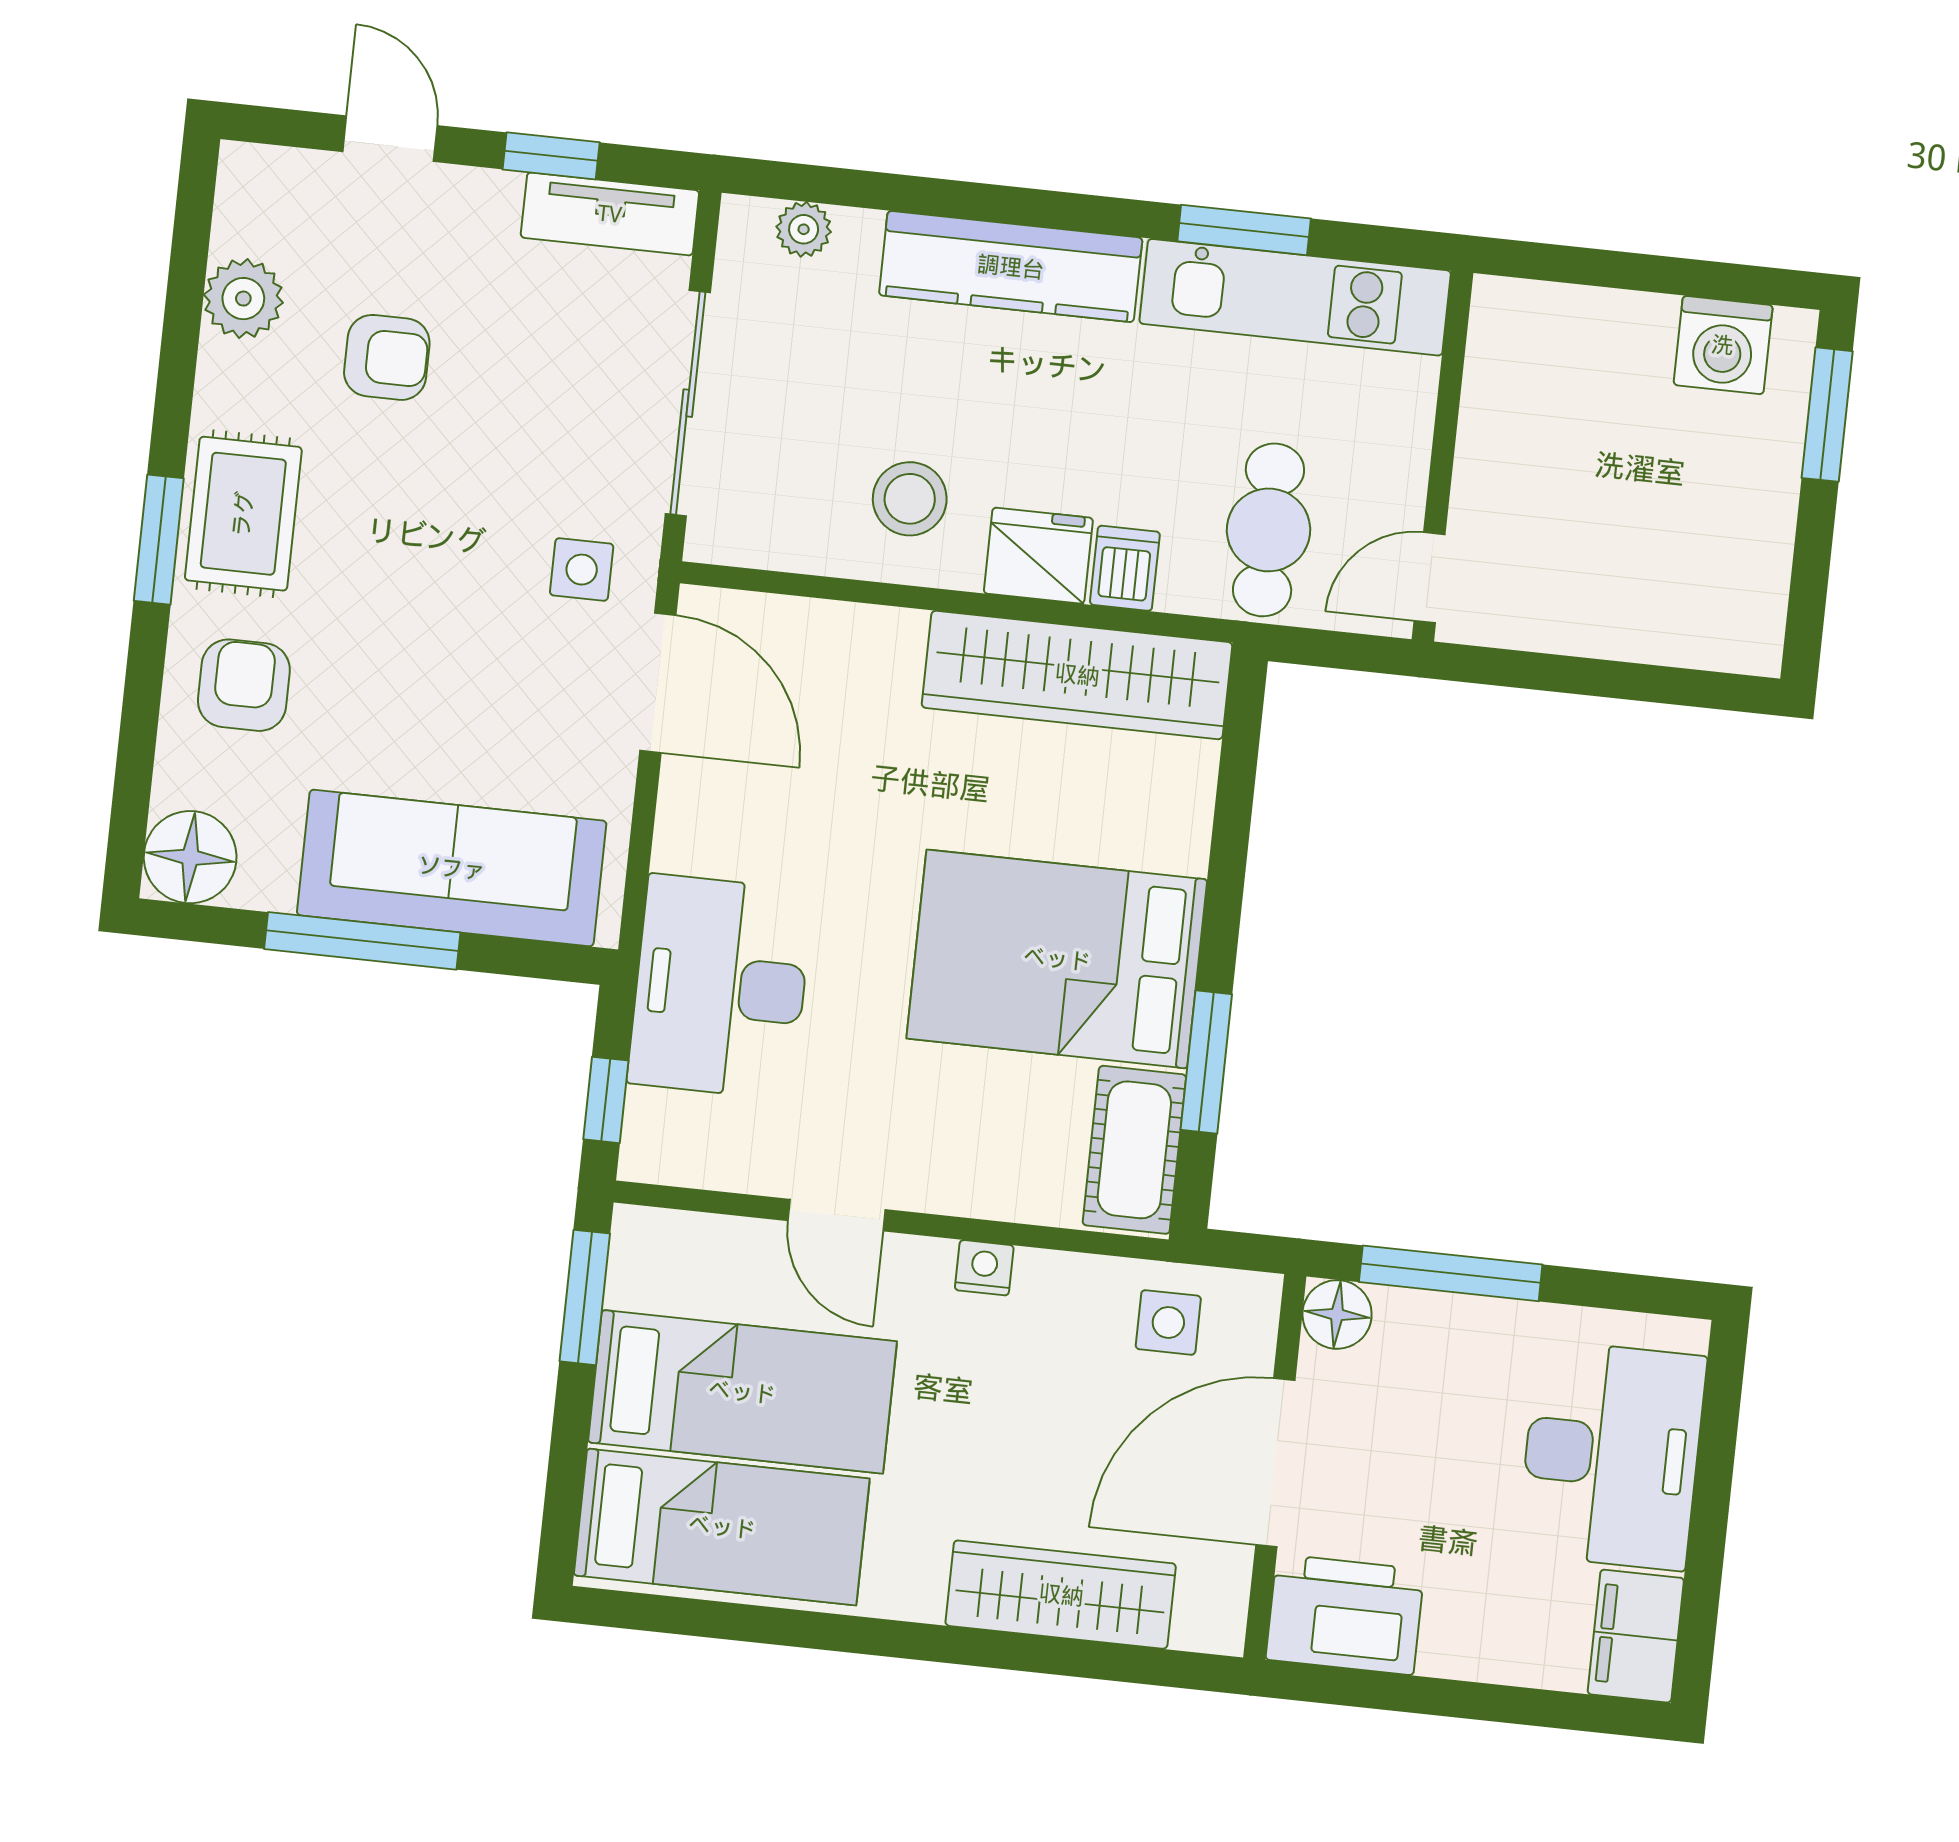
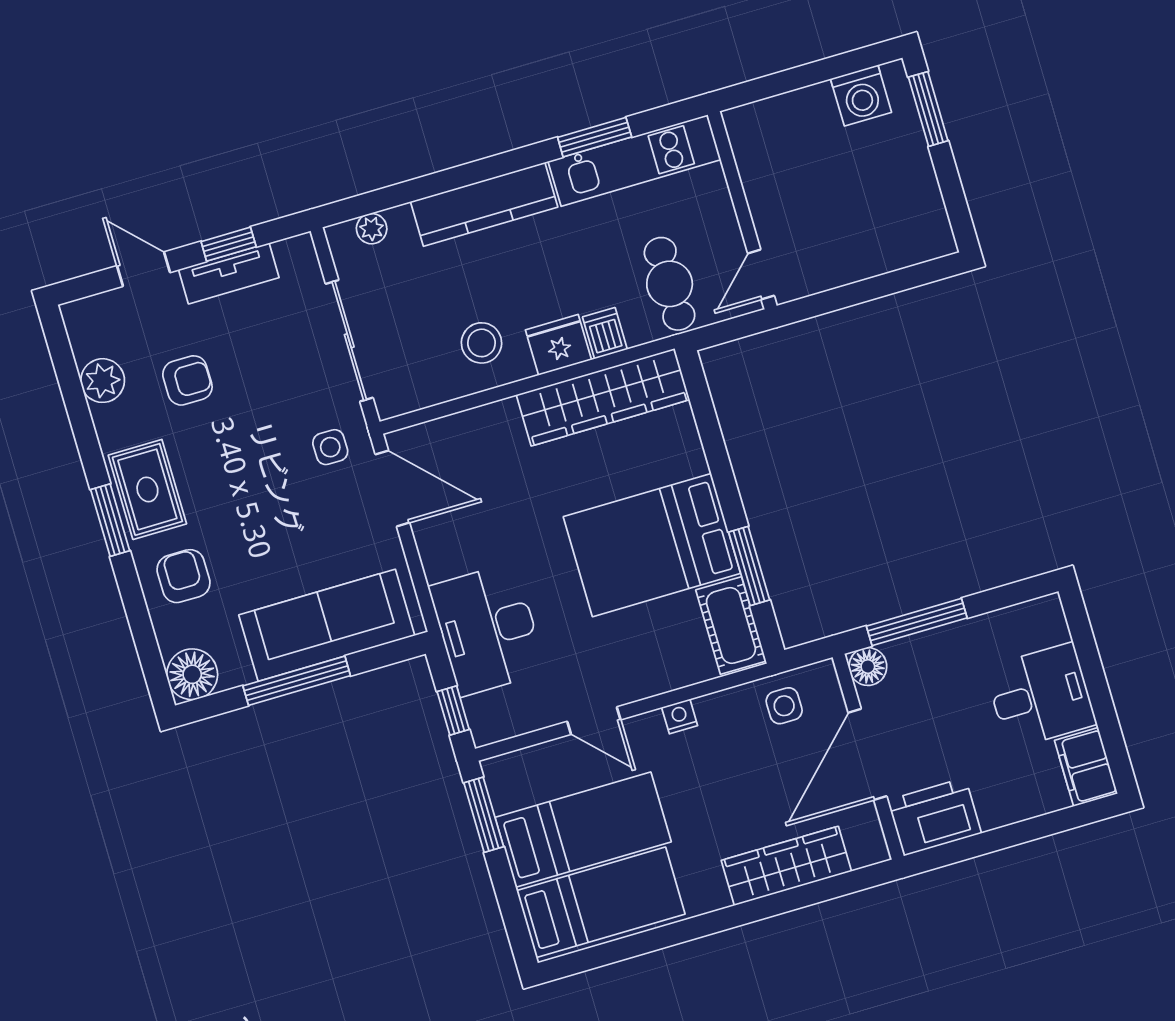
tv unit: (610, 214) -> (229, 274), moved
desk: (1612, 1455) -> (1041, 696), width x0.73

